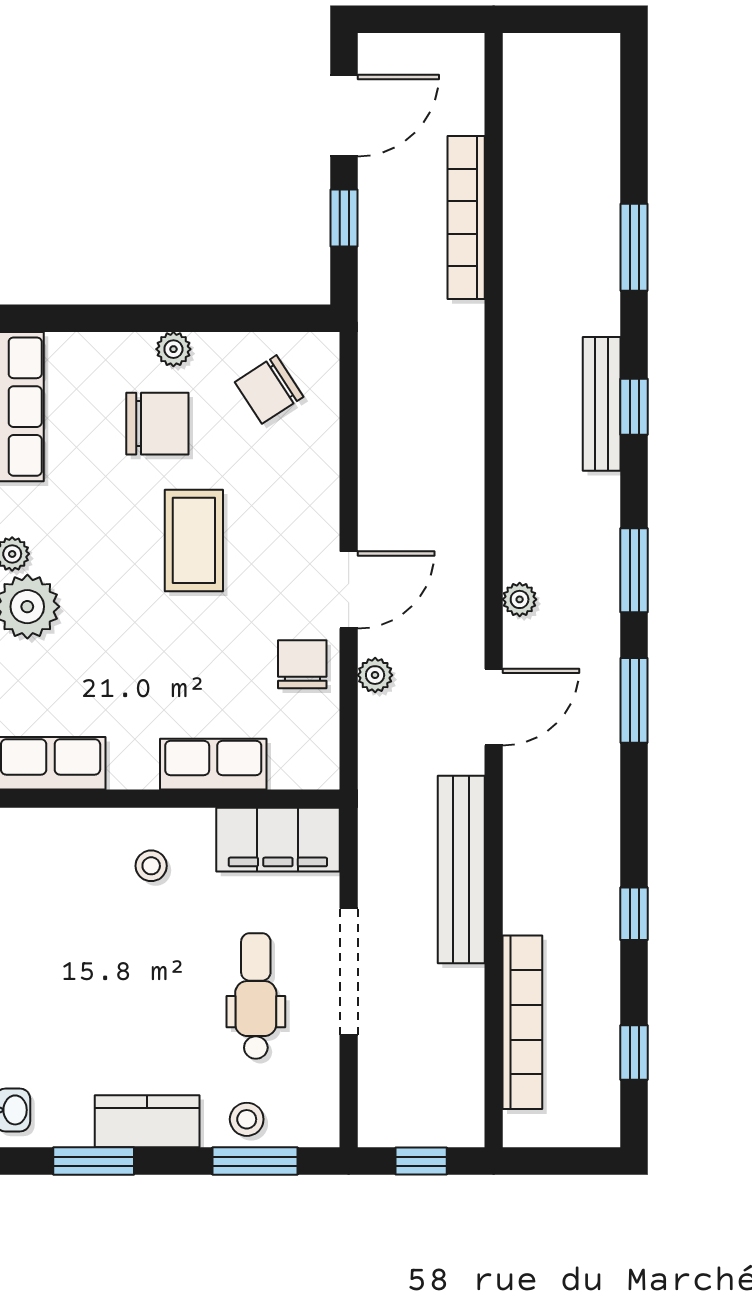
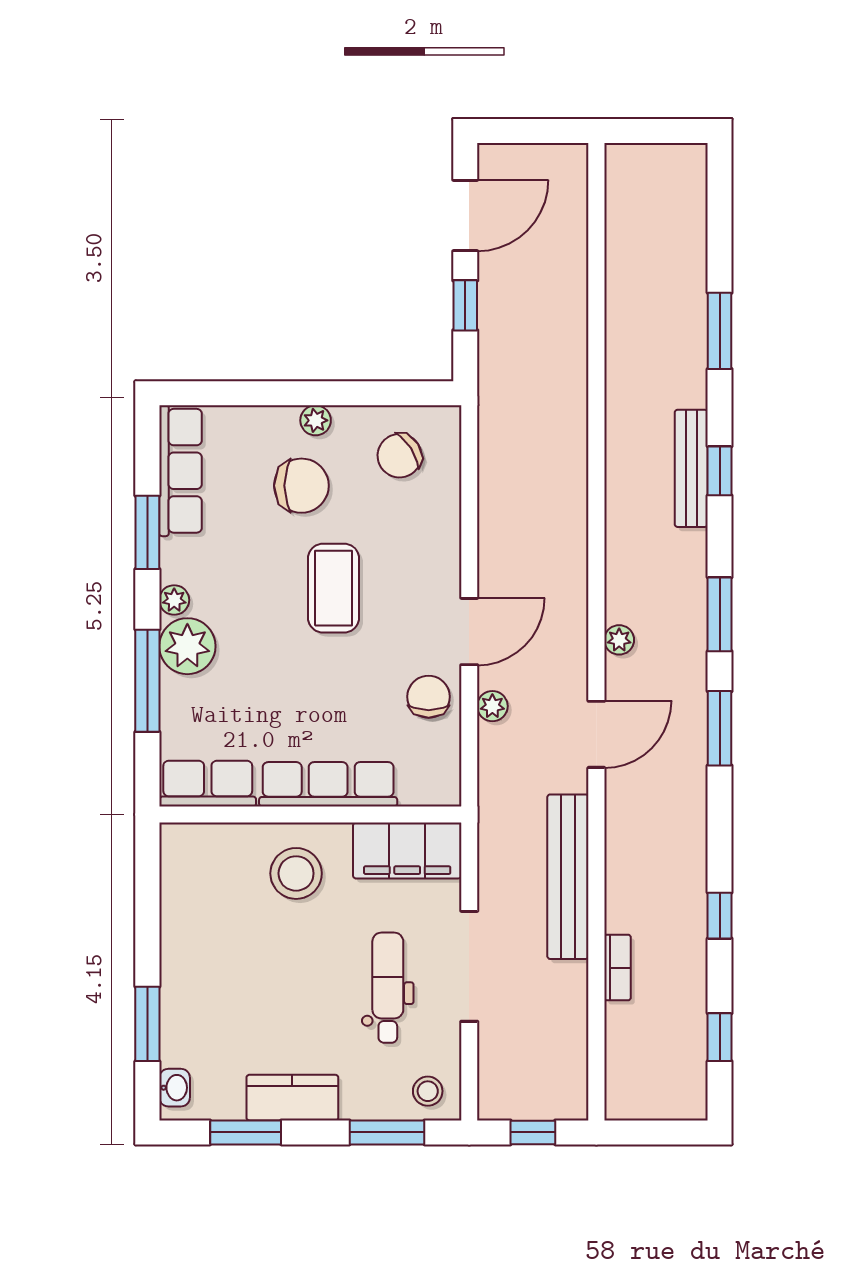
bookcase: (466, 218) -> (572, 305), removed
row of seats: (213, 764) -> (328, 784), width x1.48
stool: (151, 866) -> (296, 873), width x1.89, depth x1.89
bookcase: (522, 1022) -> (618, 968), width x0.43, depth x0.76
stool: (247, 1119) -> (428, 1091), moved

